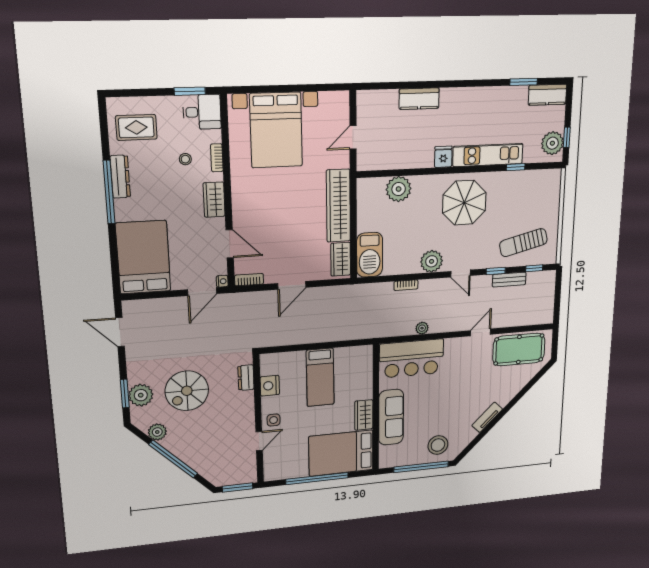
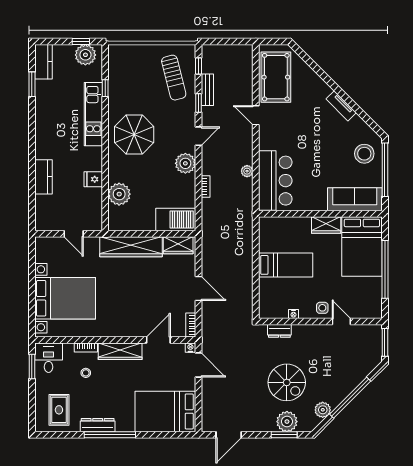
fridge: (443, 157) -> (93, 179), moved
wardrobe: (214, 200) -> (120, 351), width x1.50
nightstand: (270, 386) -> (293, 314), width x0.53, depth x0.56
sofa: (391, 417) -> (355, 199), moved

